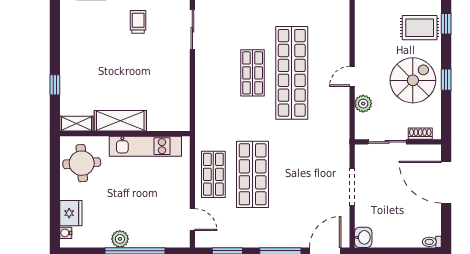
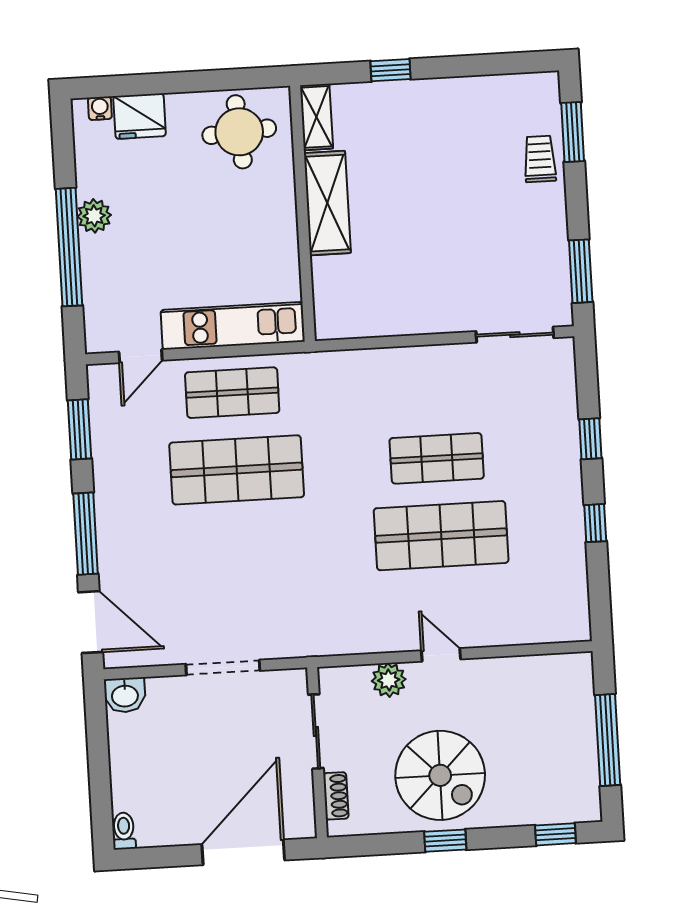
trolley: (138, 22) -> (540, 159), moved, turned -90
rug: (420, 28) -> (545, 783), removed
shop shelf: (292, 73) -> (441, 536), width x0.71
kitchen unit: (145, 146) -> (233, 326), moved, turned 90

